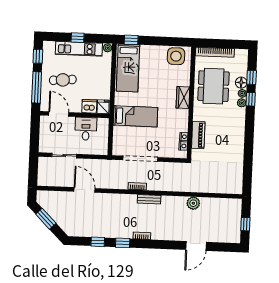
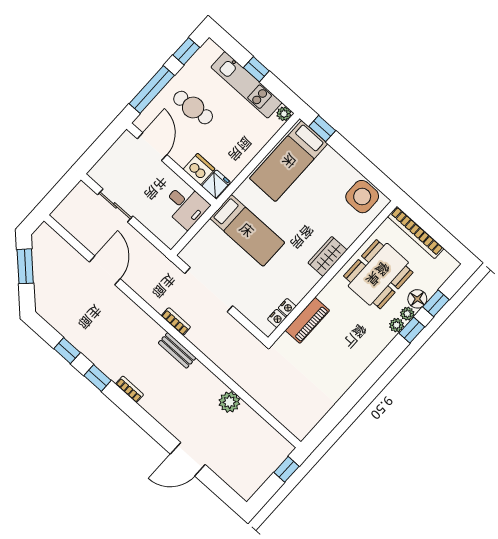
desk: (86, 129) -> (186, 206), moved, turned 90
window: (245, 224) -> (286, 469), moved

